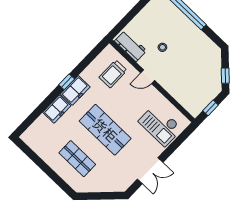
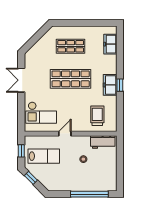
door: (148, 77) -> (65, 134), moved
lab bench: (195, 84) -> (44, 156), added
freezer: (57, 109) -> (110, 44), moved
checkout: (160, 125) -> (41, 113), turned 180

